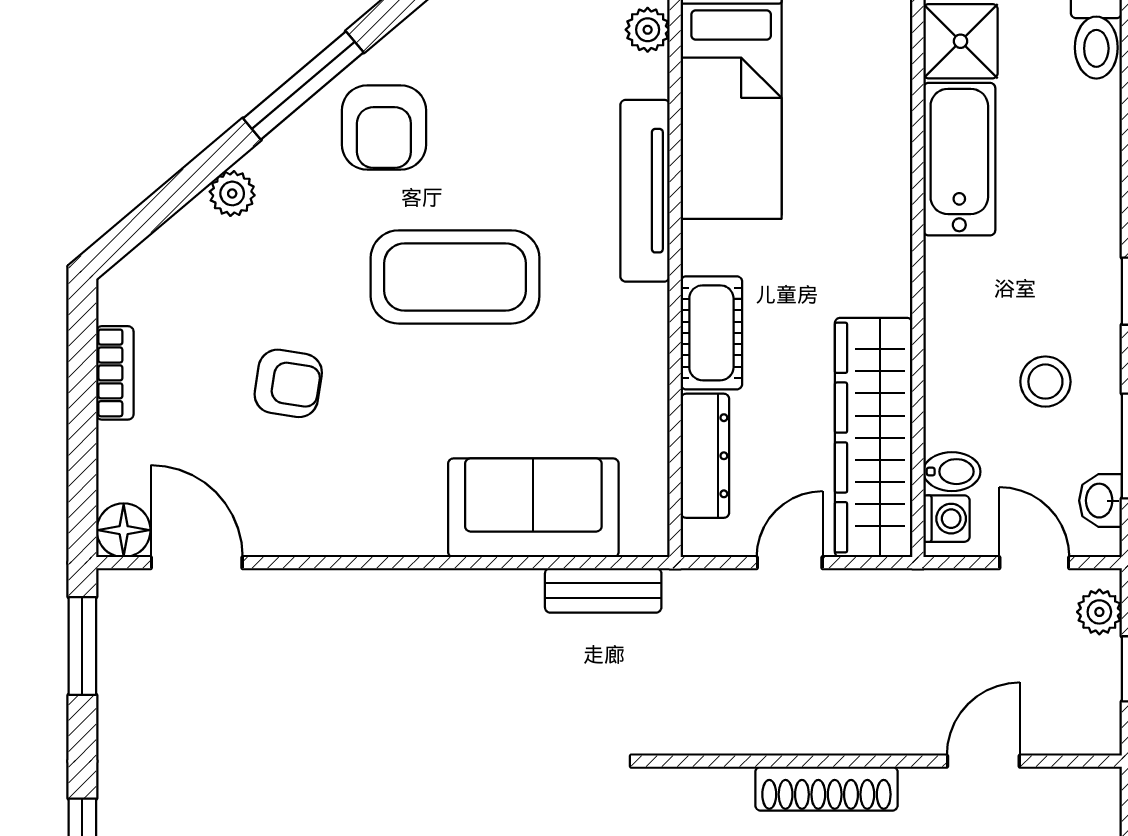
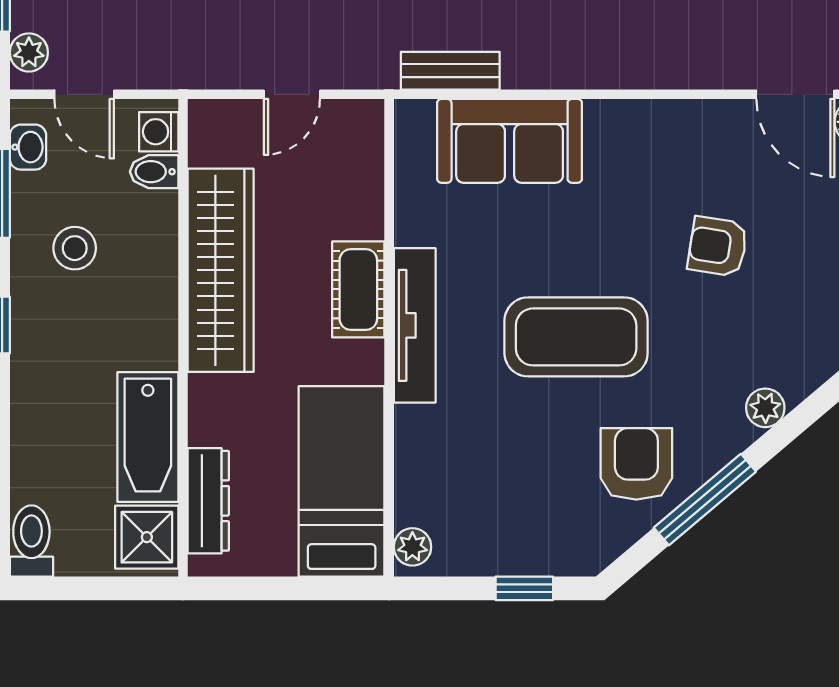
tv unit: (645, 191) -> (415, 325), moved
wardrobe: (874, 438) -> (221, 270), moved
dresser: (705, 456) -> (208, 501), moved, turned 180

